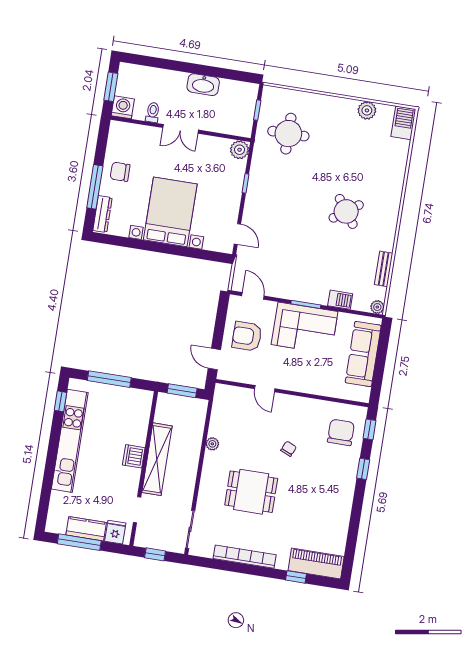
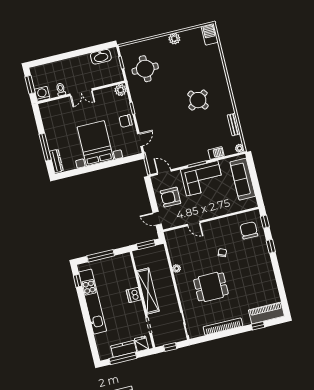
washbasin: (203, 85) -> (101, 57), moved
plant: (367, 110) -> (174, 39), moved
chair: (120, 172) -> (126, 121), moved
door: (237, 234) -> (140, 140), hinge flipped

